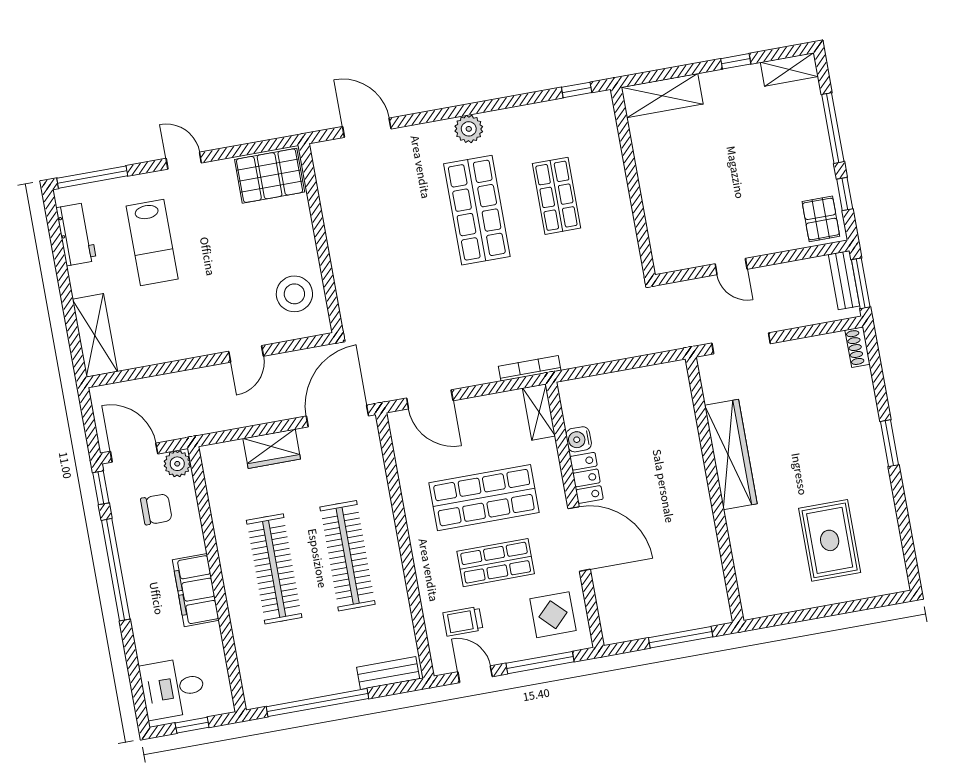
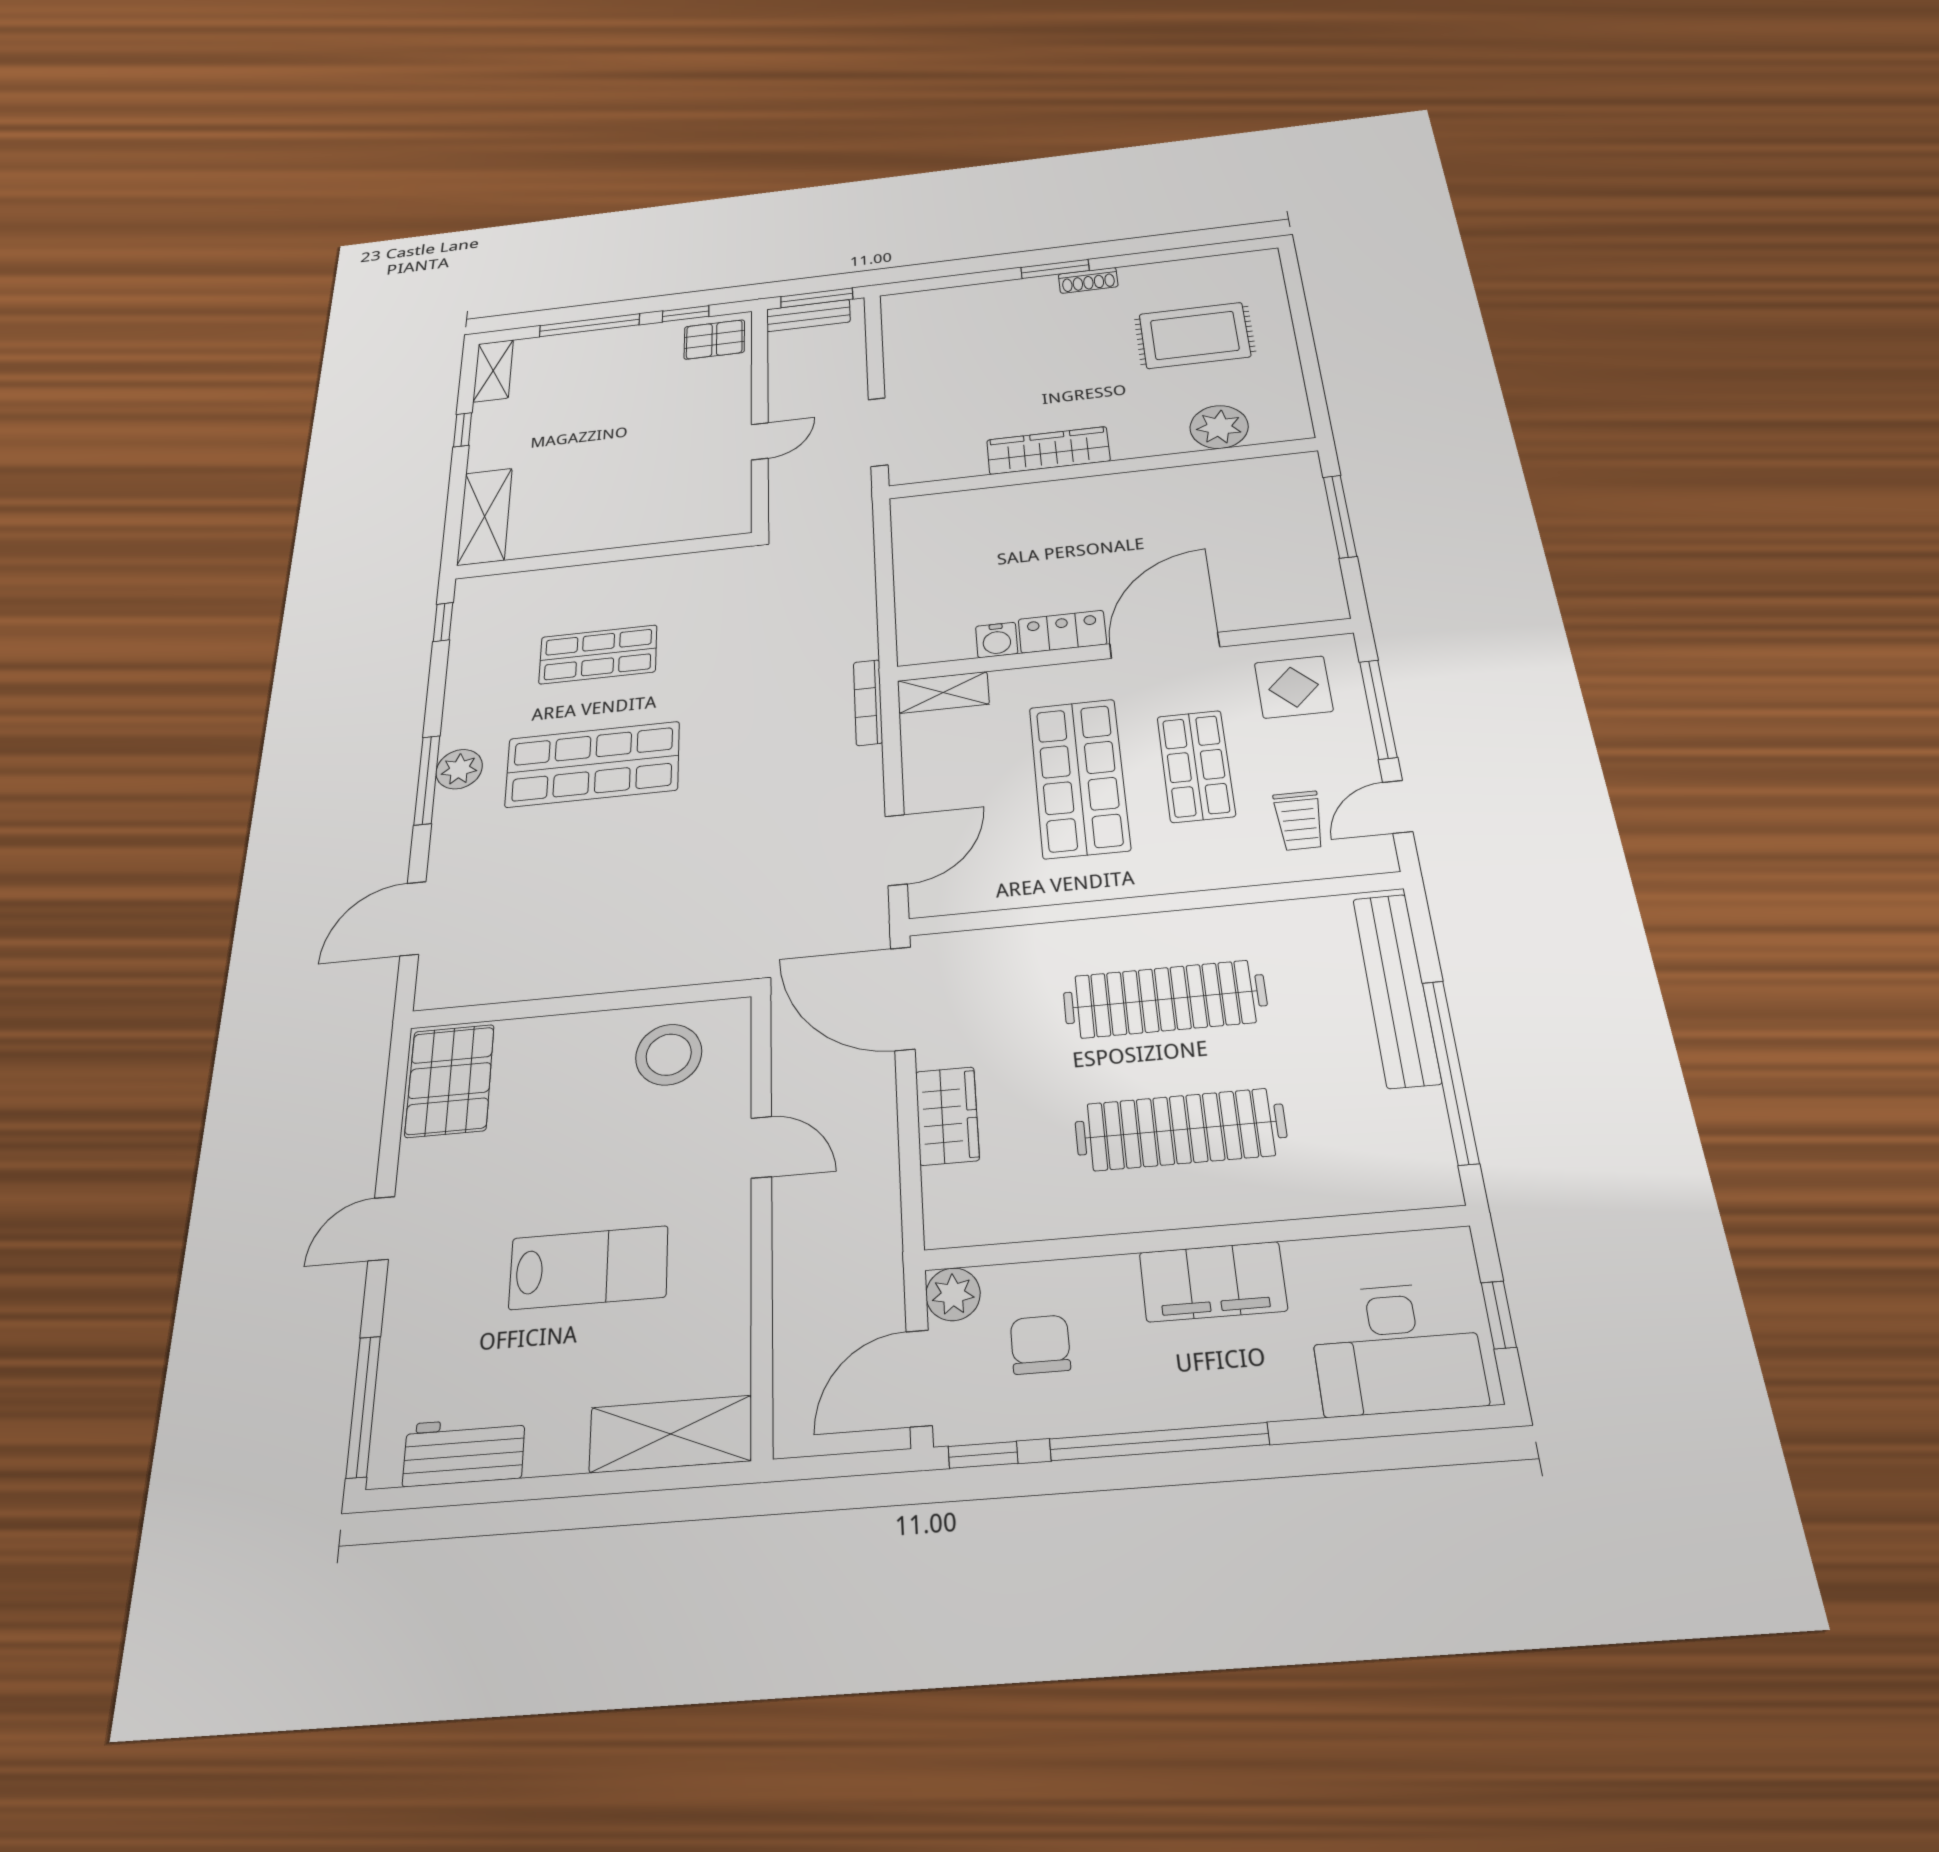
window: (460, 111) -> (427, 780), added
lab bench: (152, 243) -> (589, 1268), moved
shoe rack: (858, 347) -> (1088, 280), moved
wardrobe: (731, 455) -> (1048, 450), width x0.71, depth x0.85
plant: (751, 561) -> (1219, 427), added
bench: (388, 673) -> (1396, 989), width x1.86, depth x1.21
desk: (173, 688) -> (1396, 1349), width x1.37

